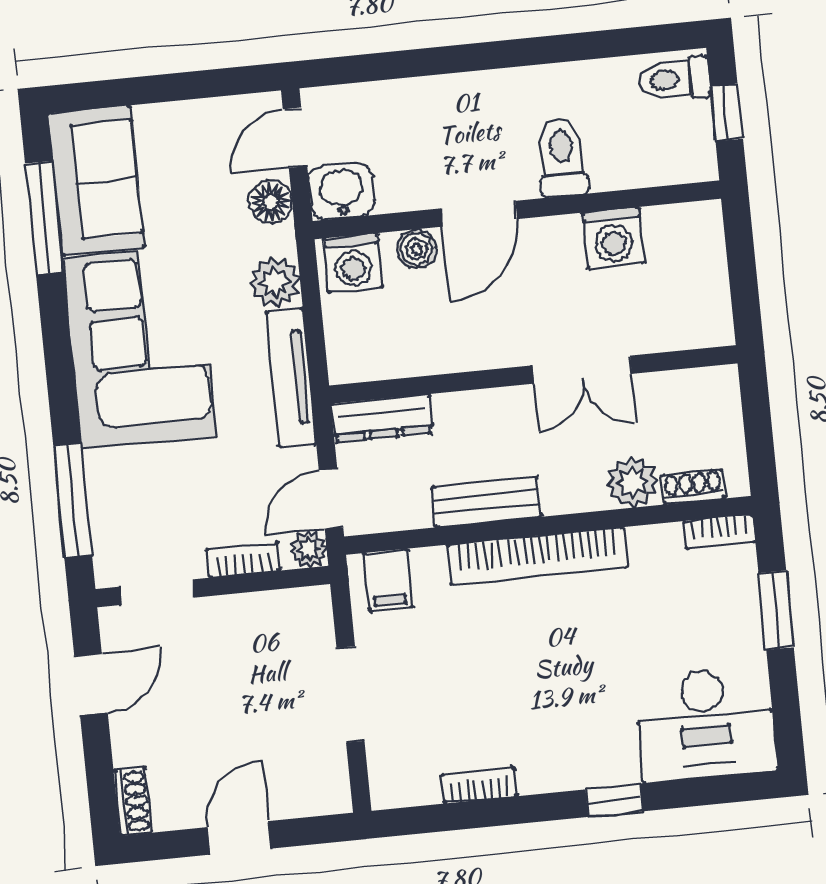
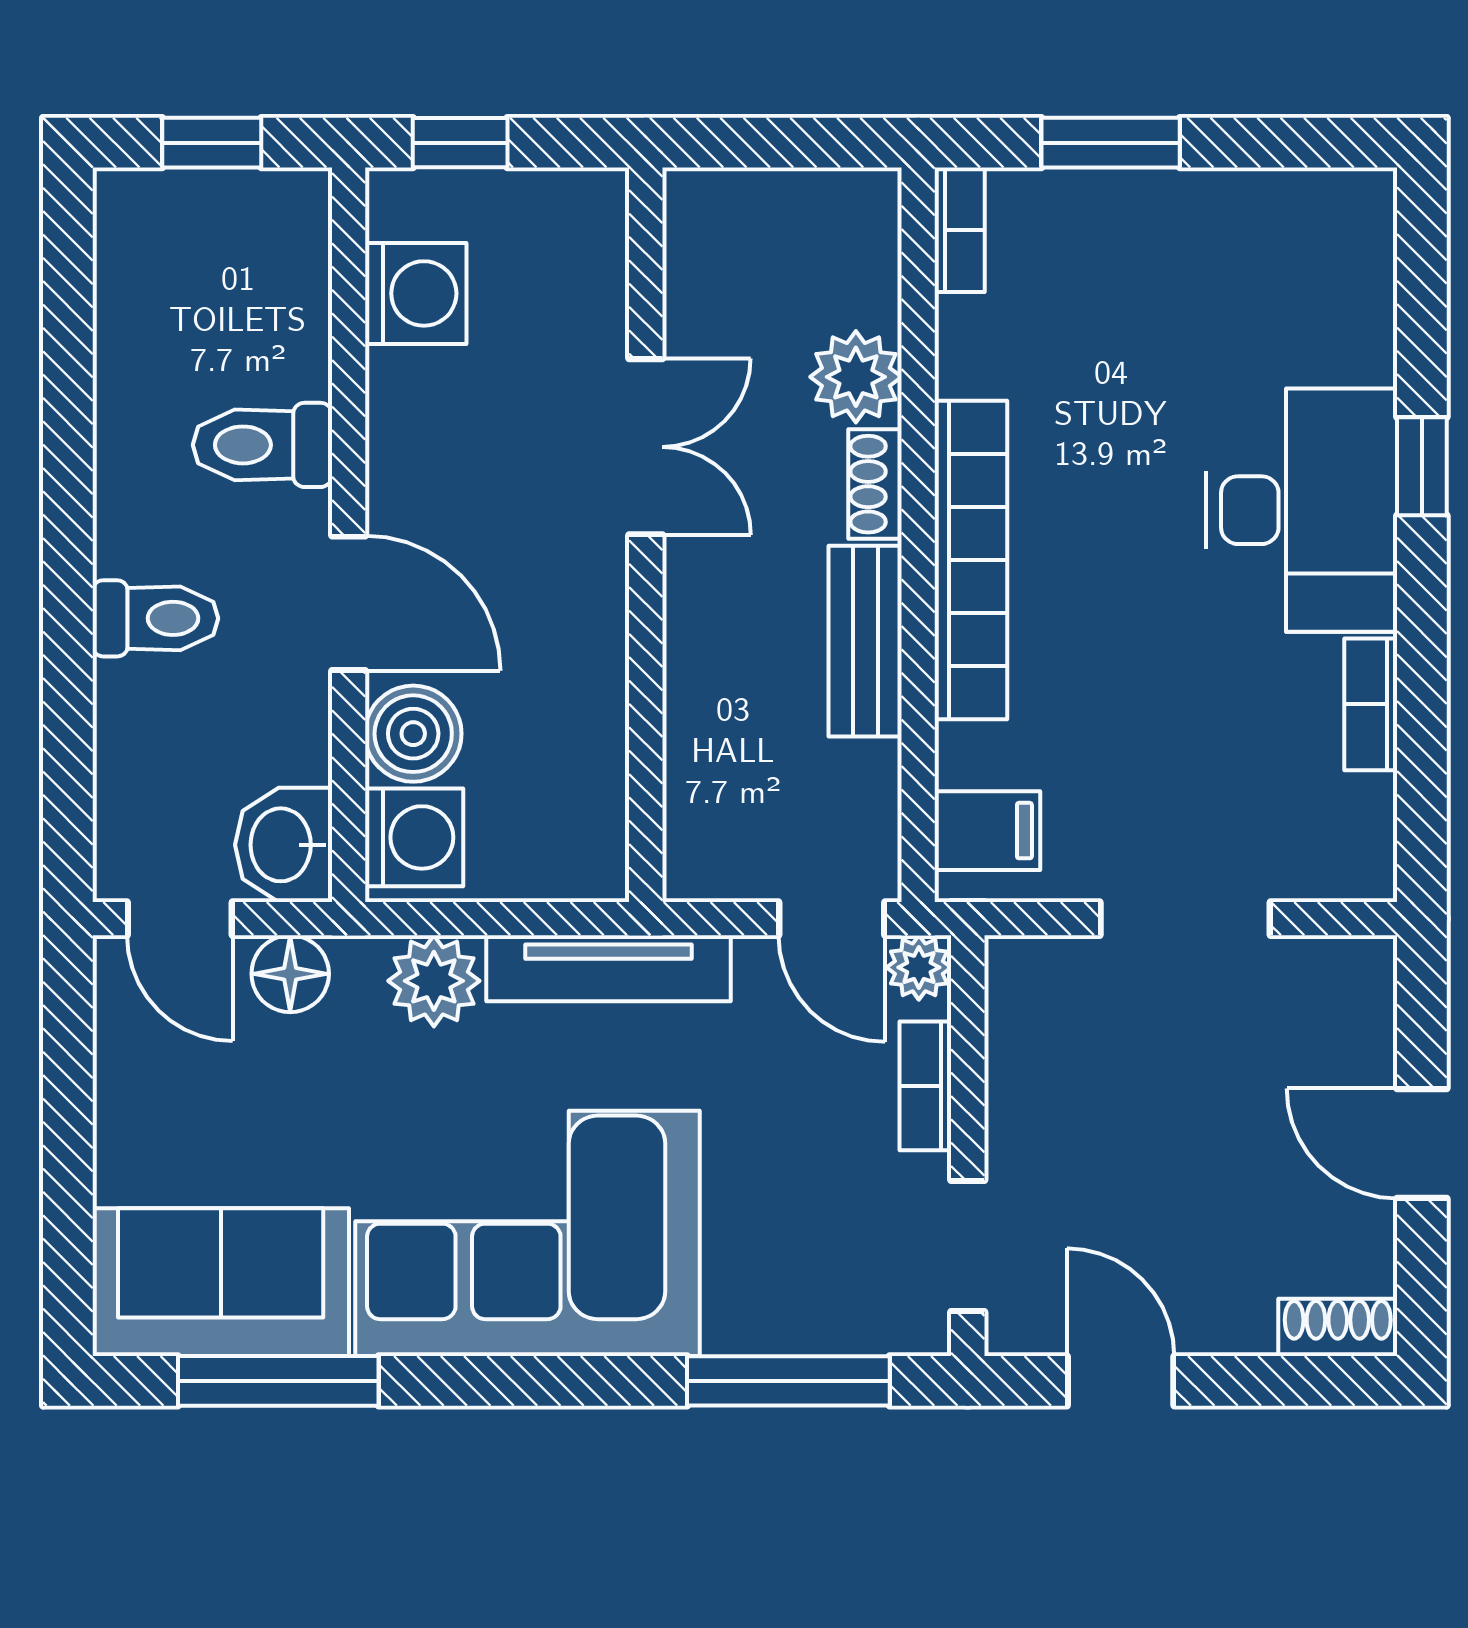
toilet: (674, 79) -> (155, 618), moved, turned -90
washing machine: (613, 238) -> (416, 293), moved
boiler: (417, 249) -> (413, 734), width x1.36, depth x1.36
window: (740, 250) -> (460, 143), added
dresser: (382, 418) -> (697, 813), removed
shoe rack: (693, 487) -> (875, 484), moved
desk: (706, 724) -> (1301, 510), moved

